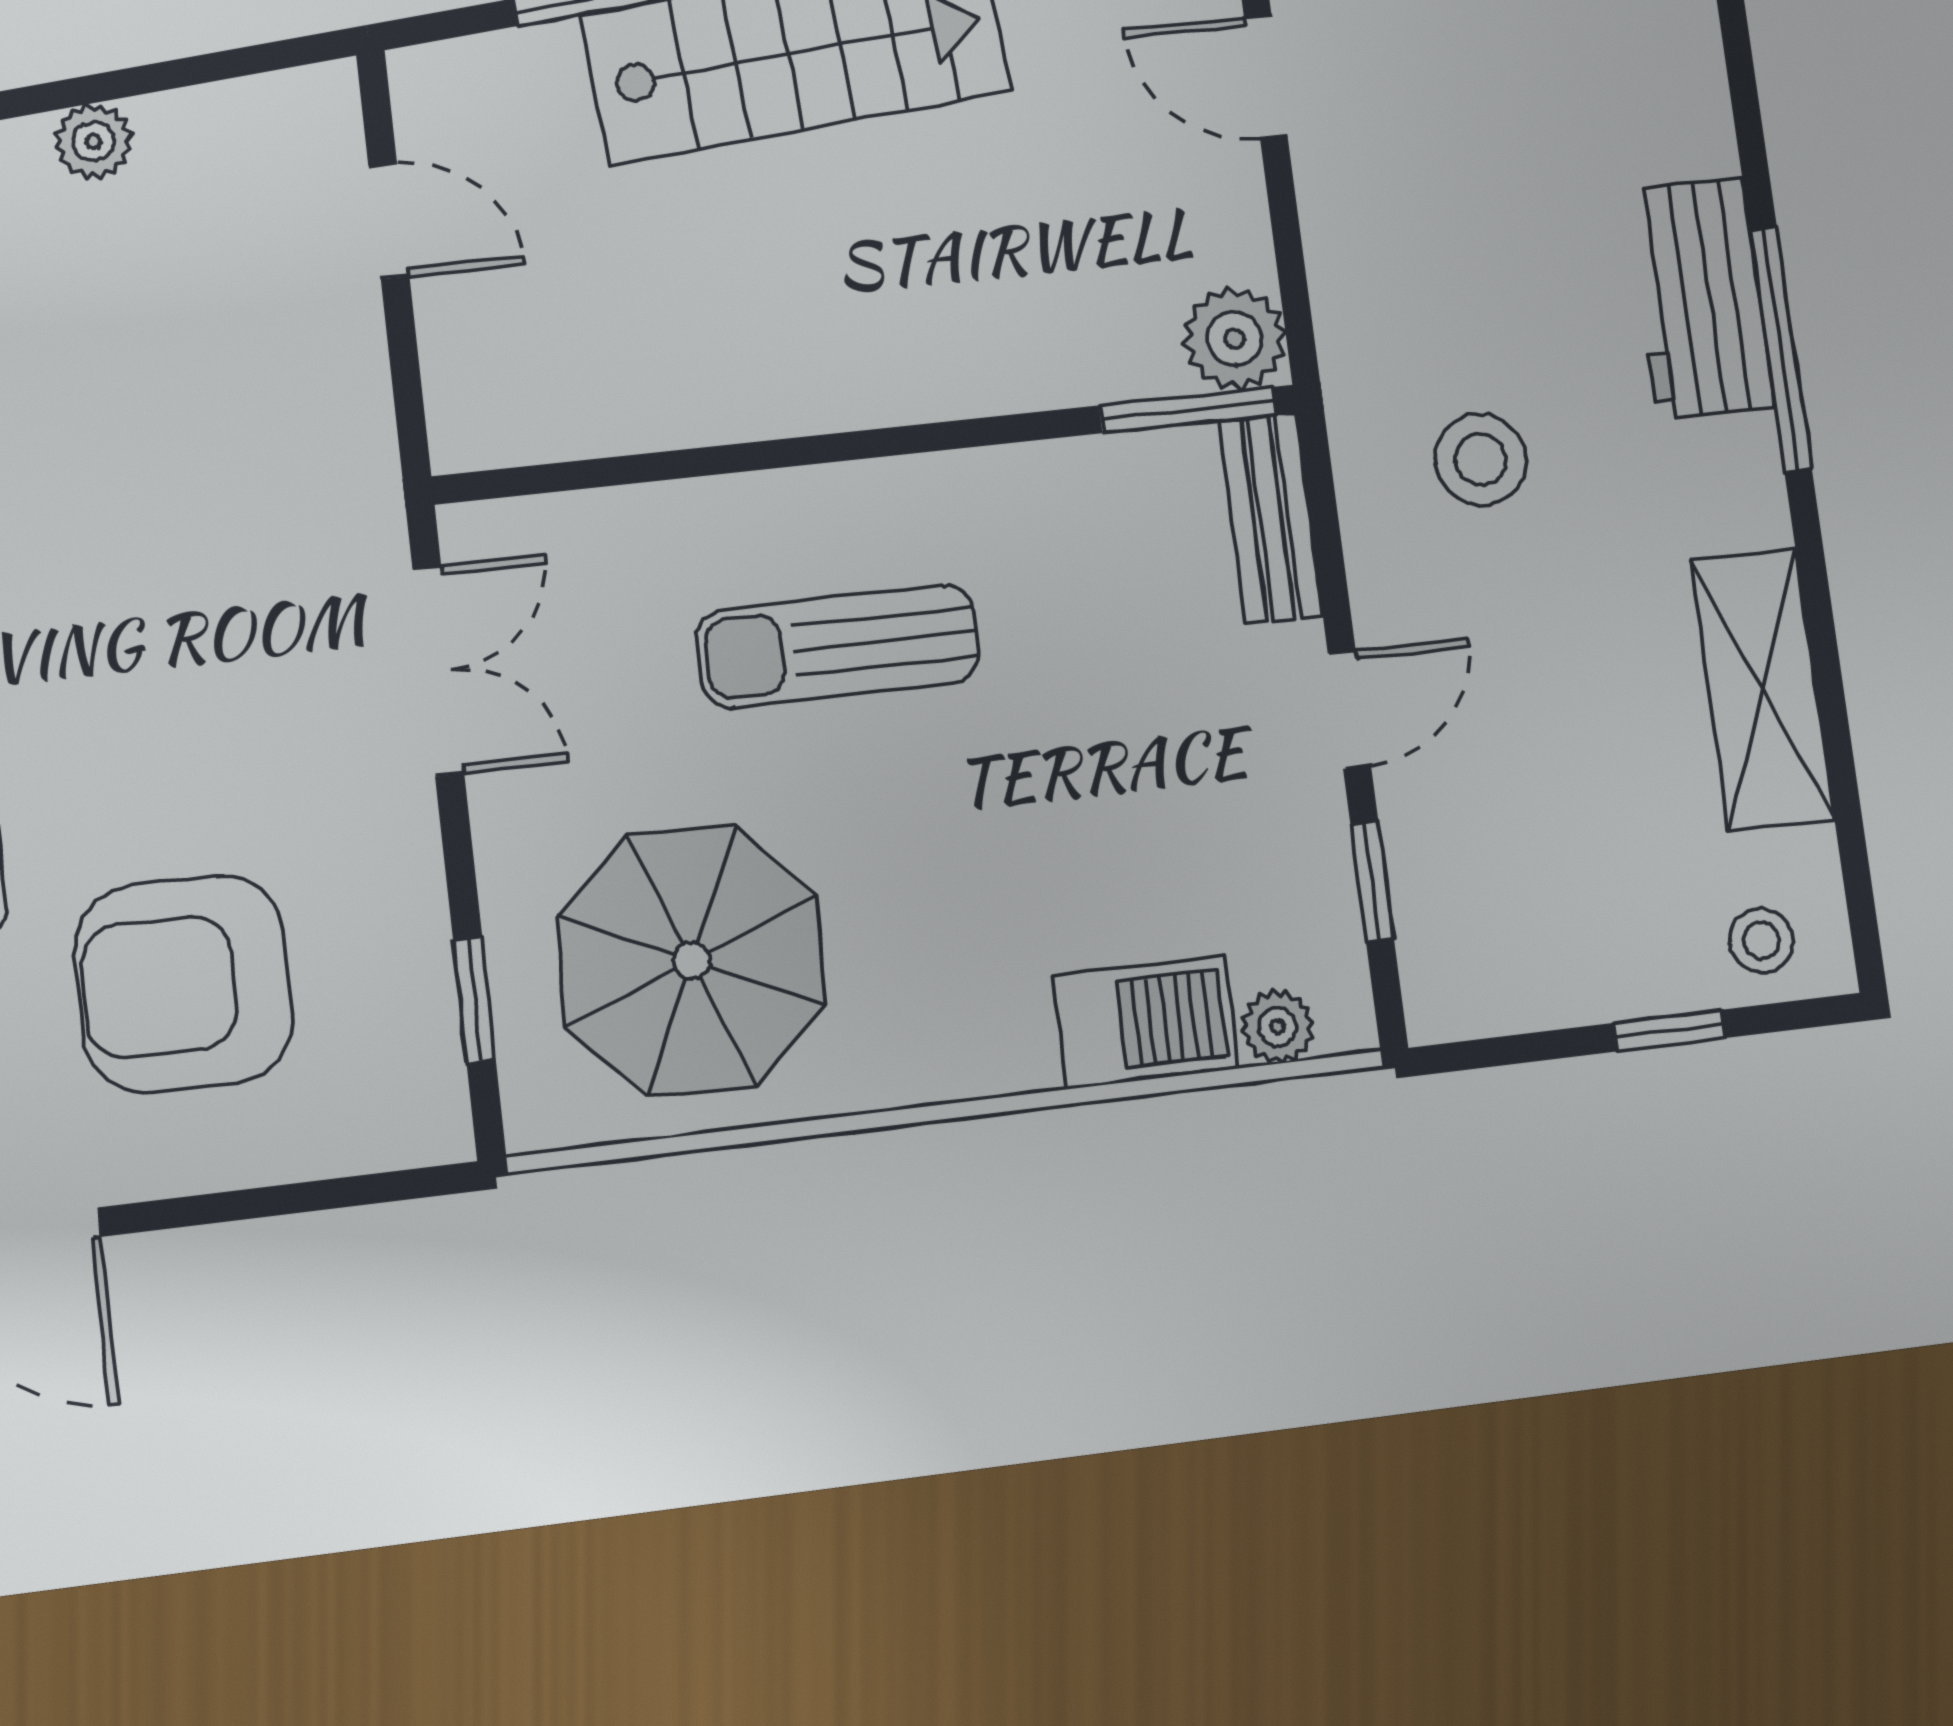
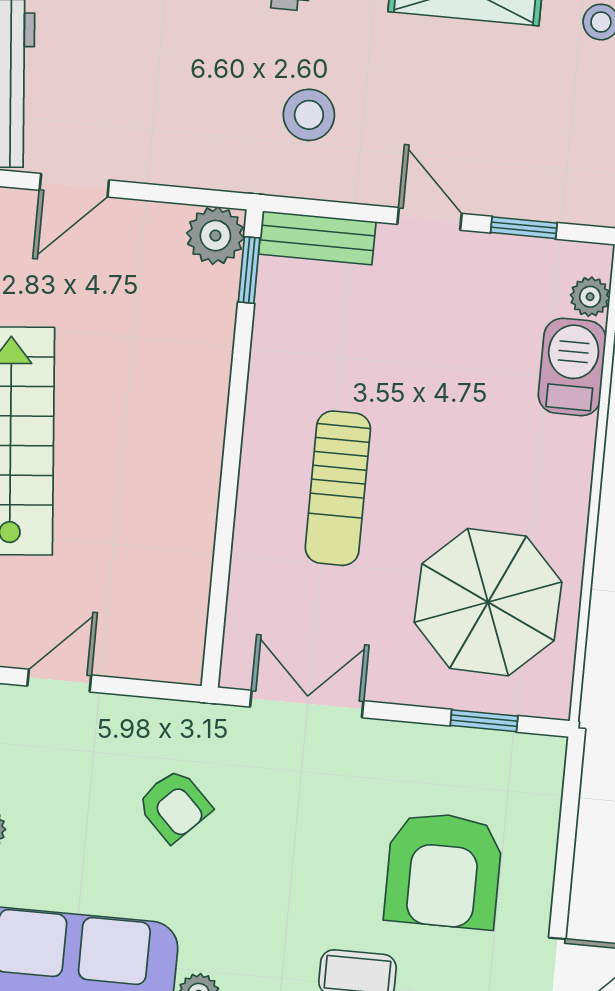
window: (1188, 410) -> (249, 270), width x0.67
armchair: (204, 471) -> (174, 806), added

